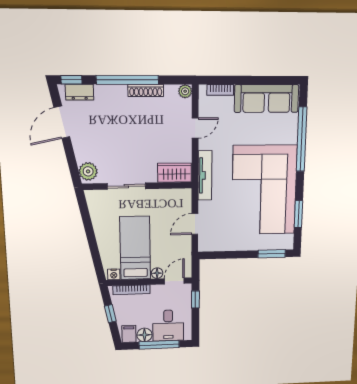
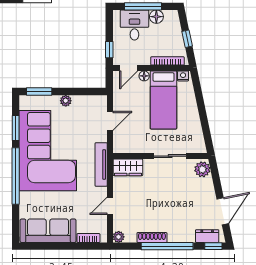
window: (302, 139) -> (16, 176), moved
plant: (243, 245) -> (66, 101), added
filing cabinet: (129, 334) -> (171, 18), removed

